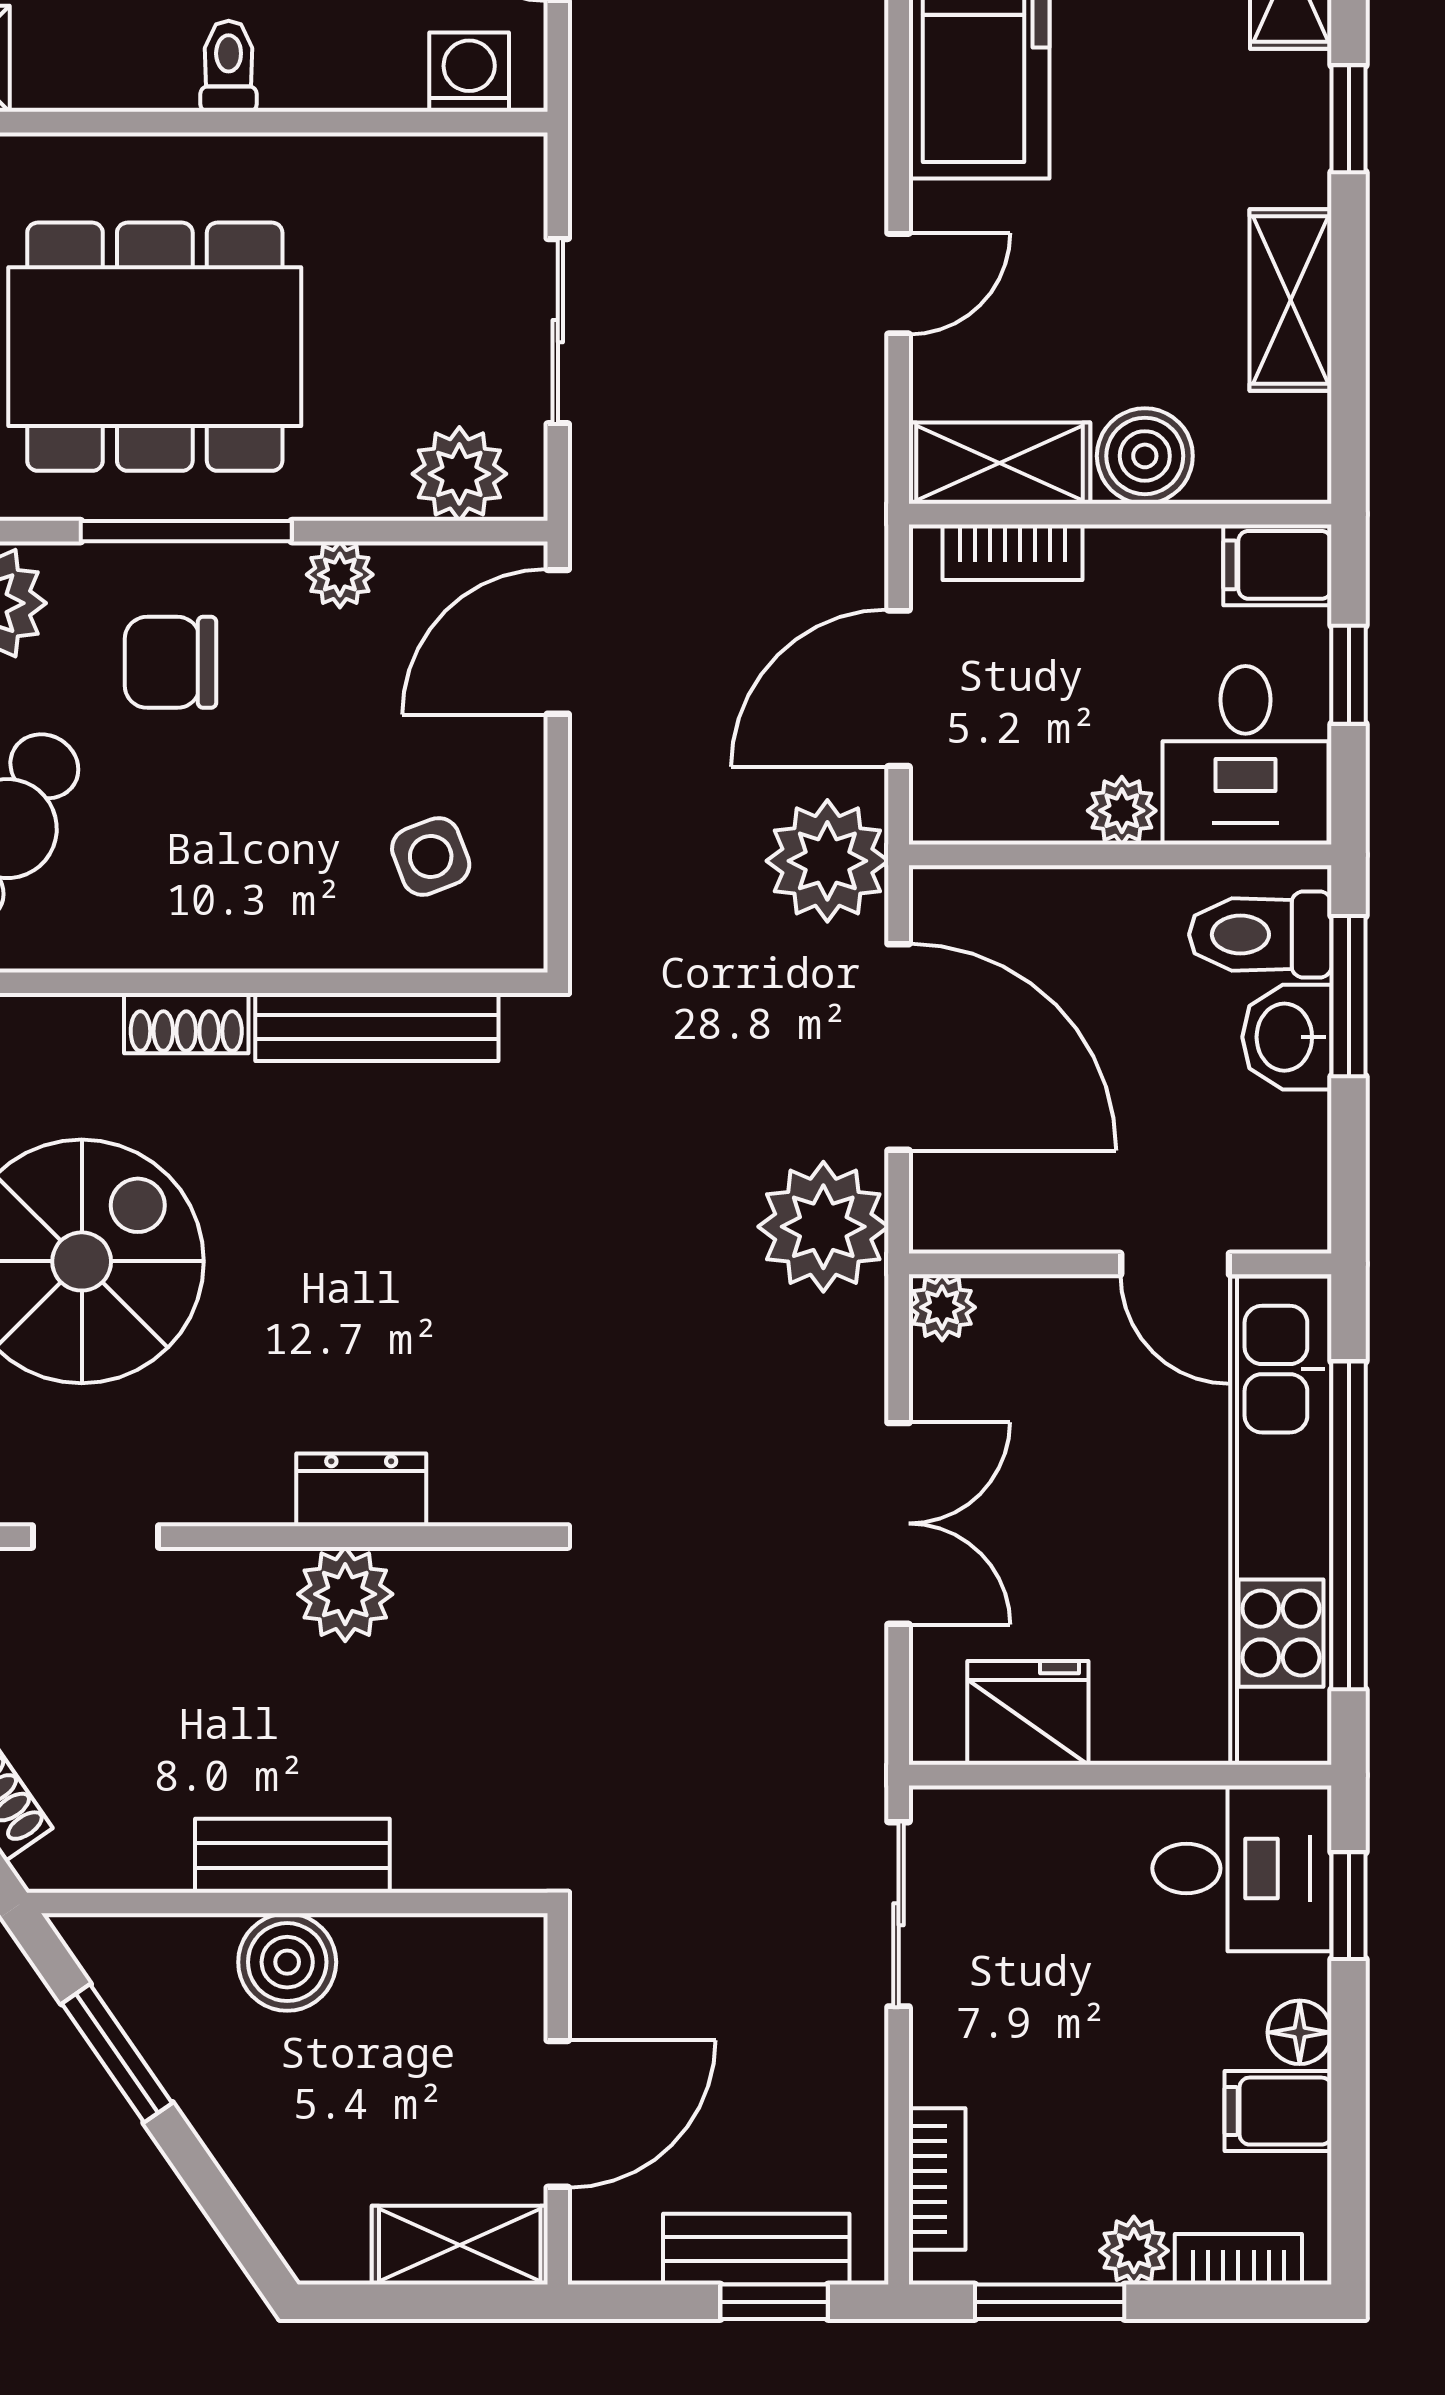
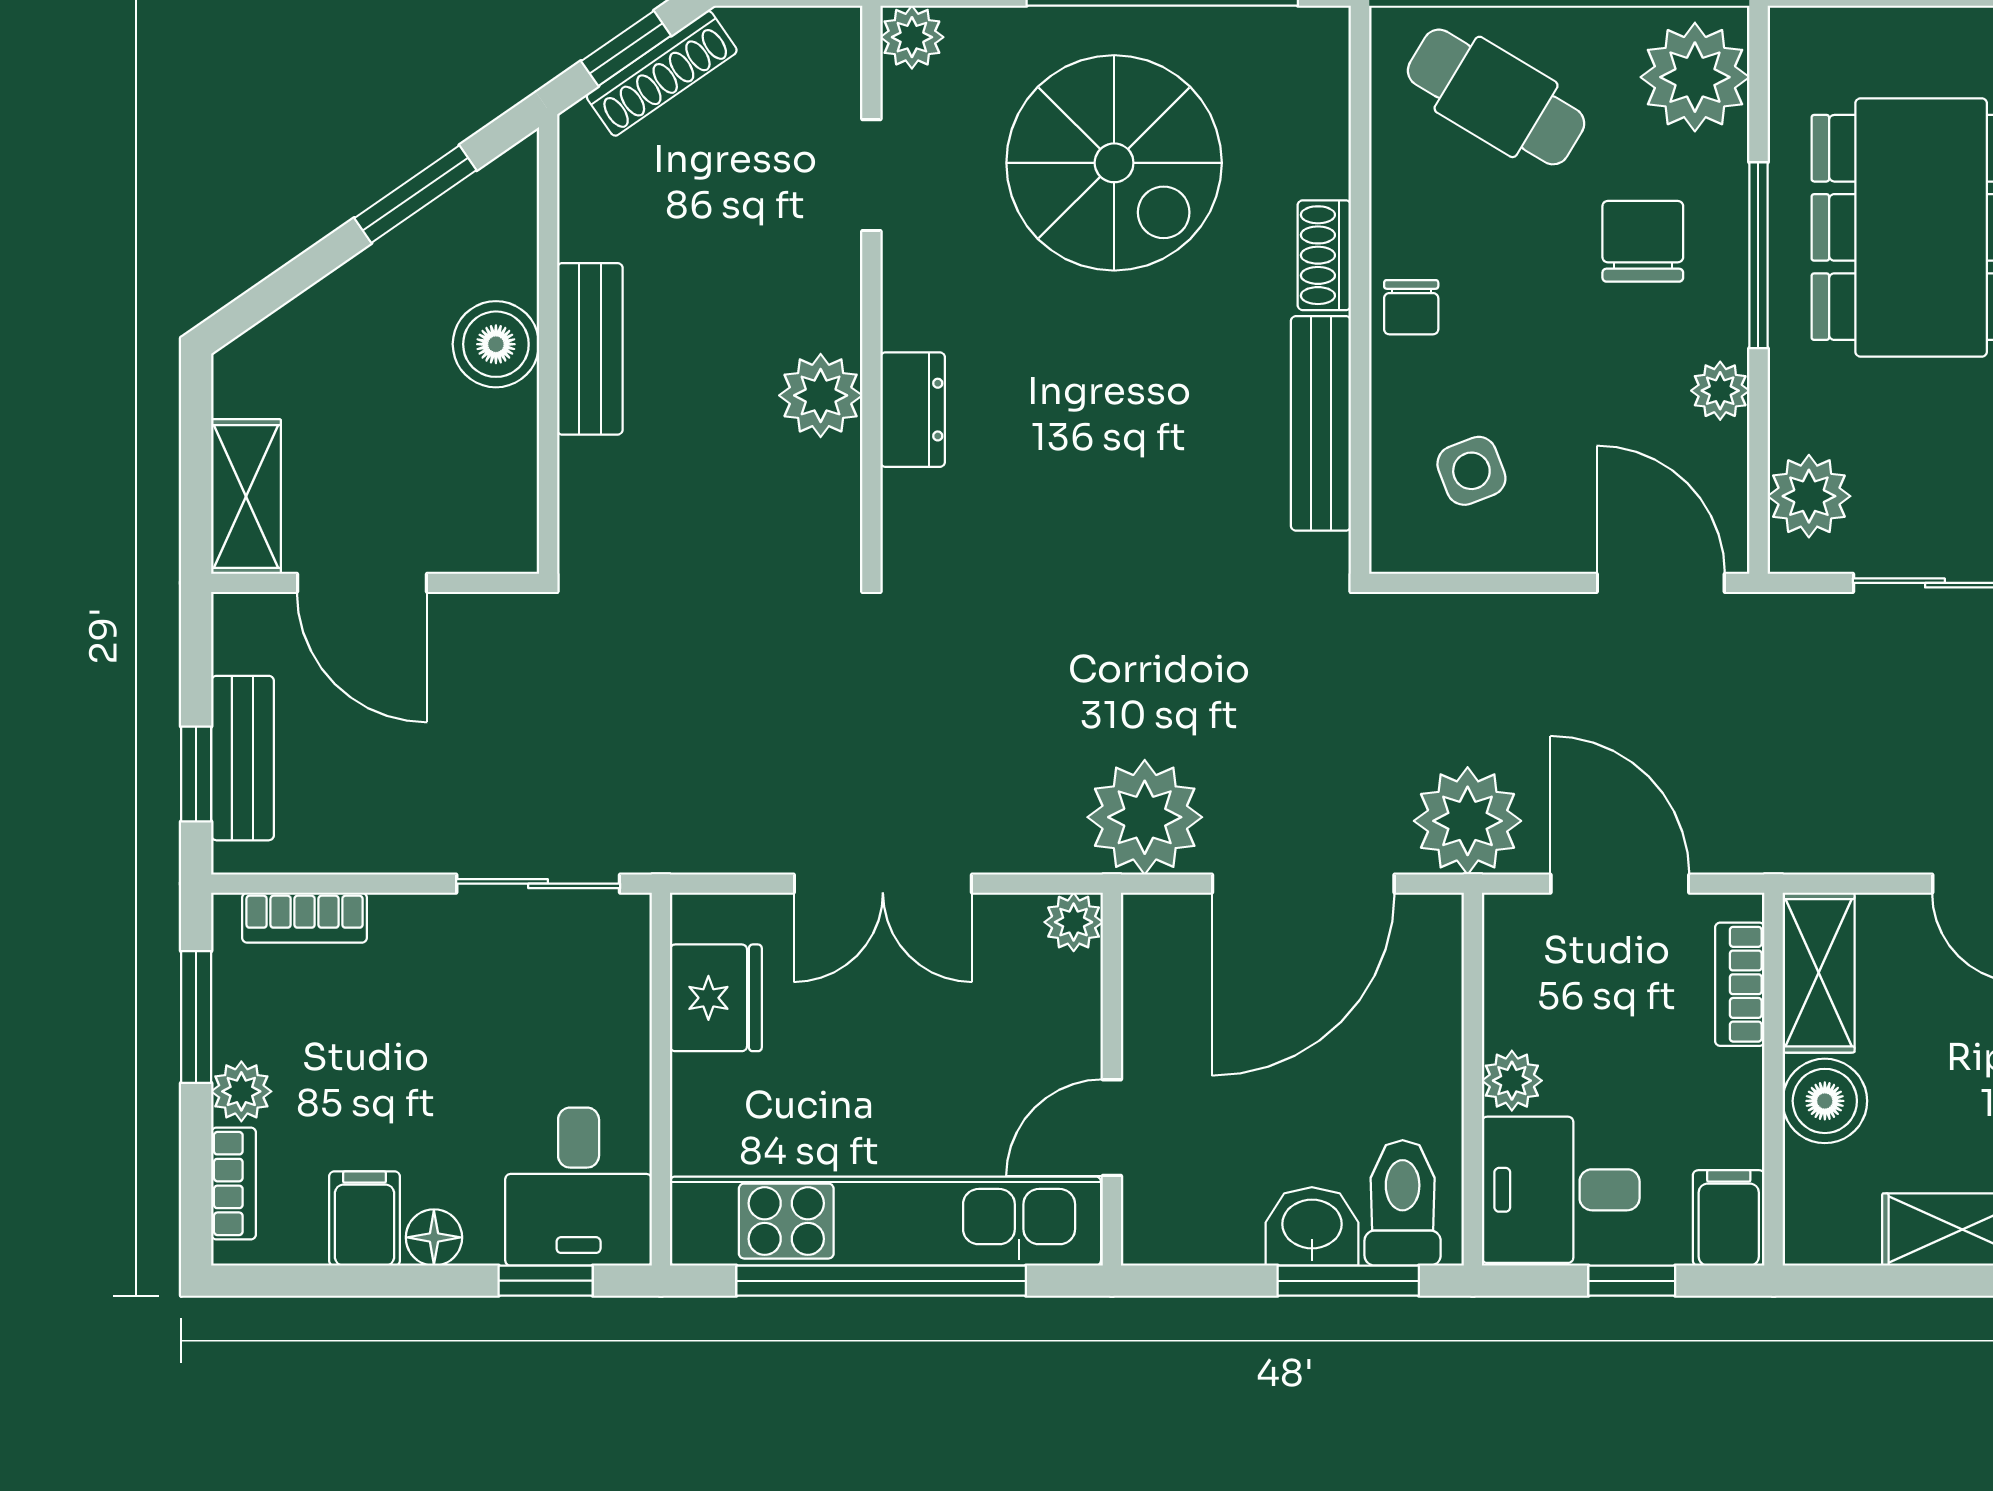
chair: (245, 925) -> (1411, 307), added

